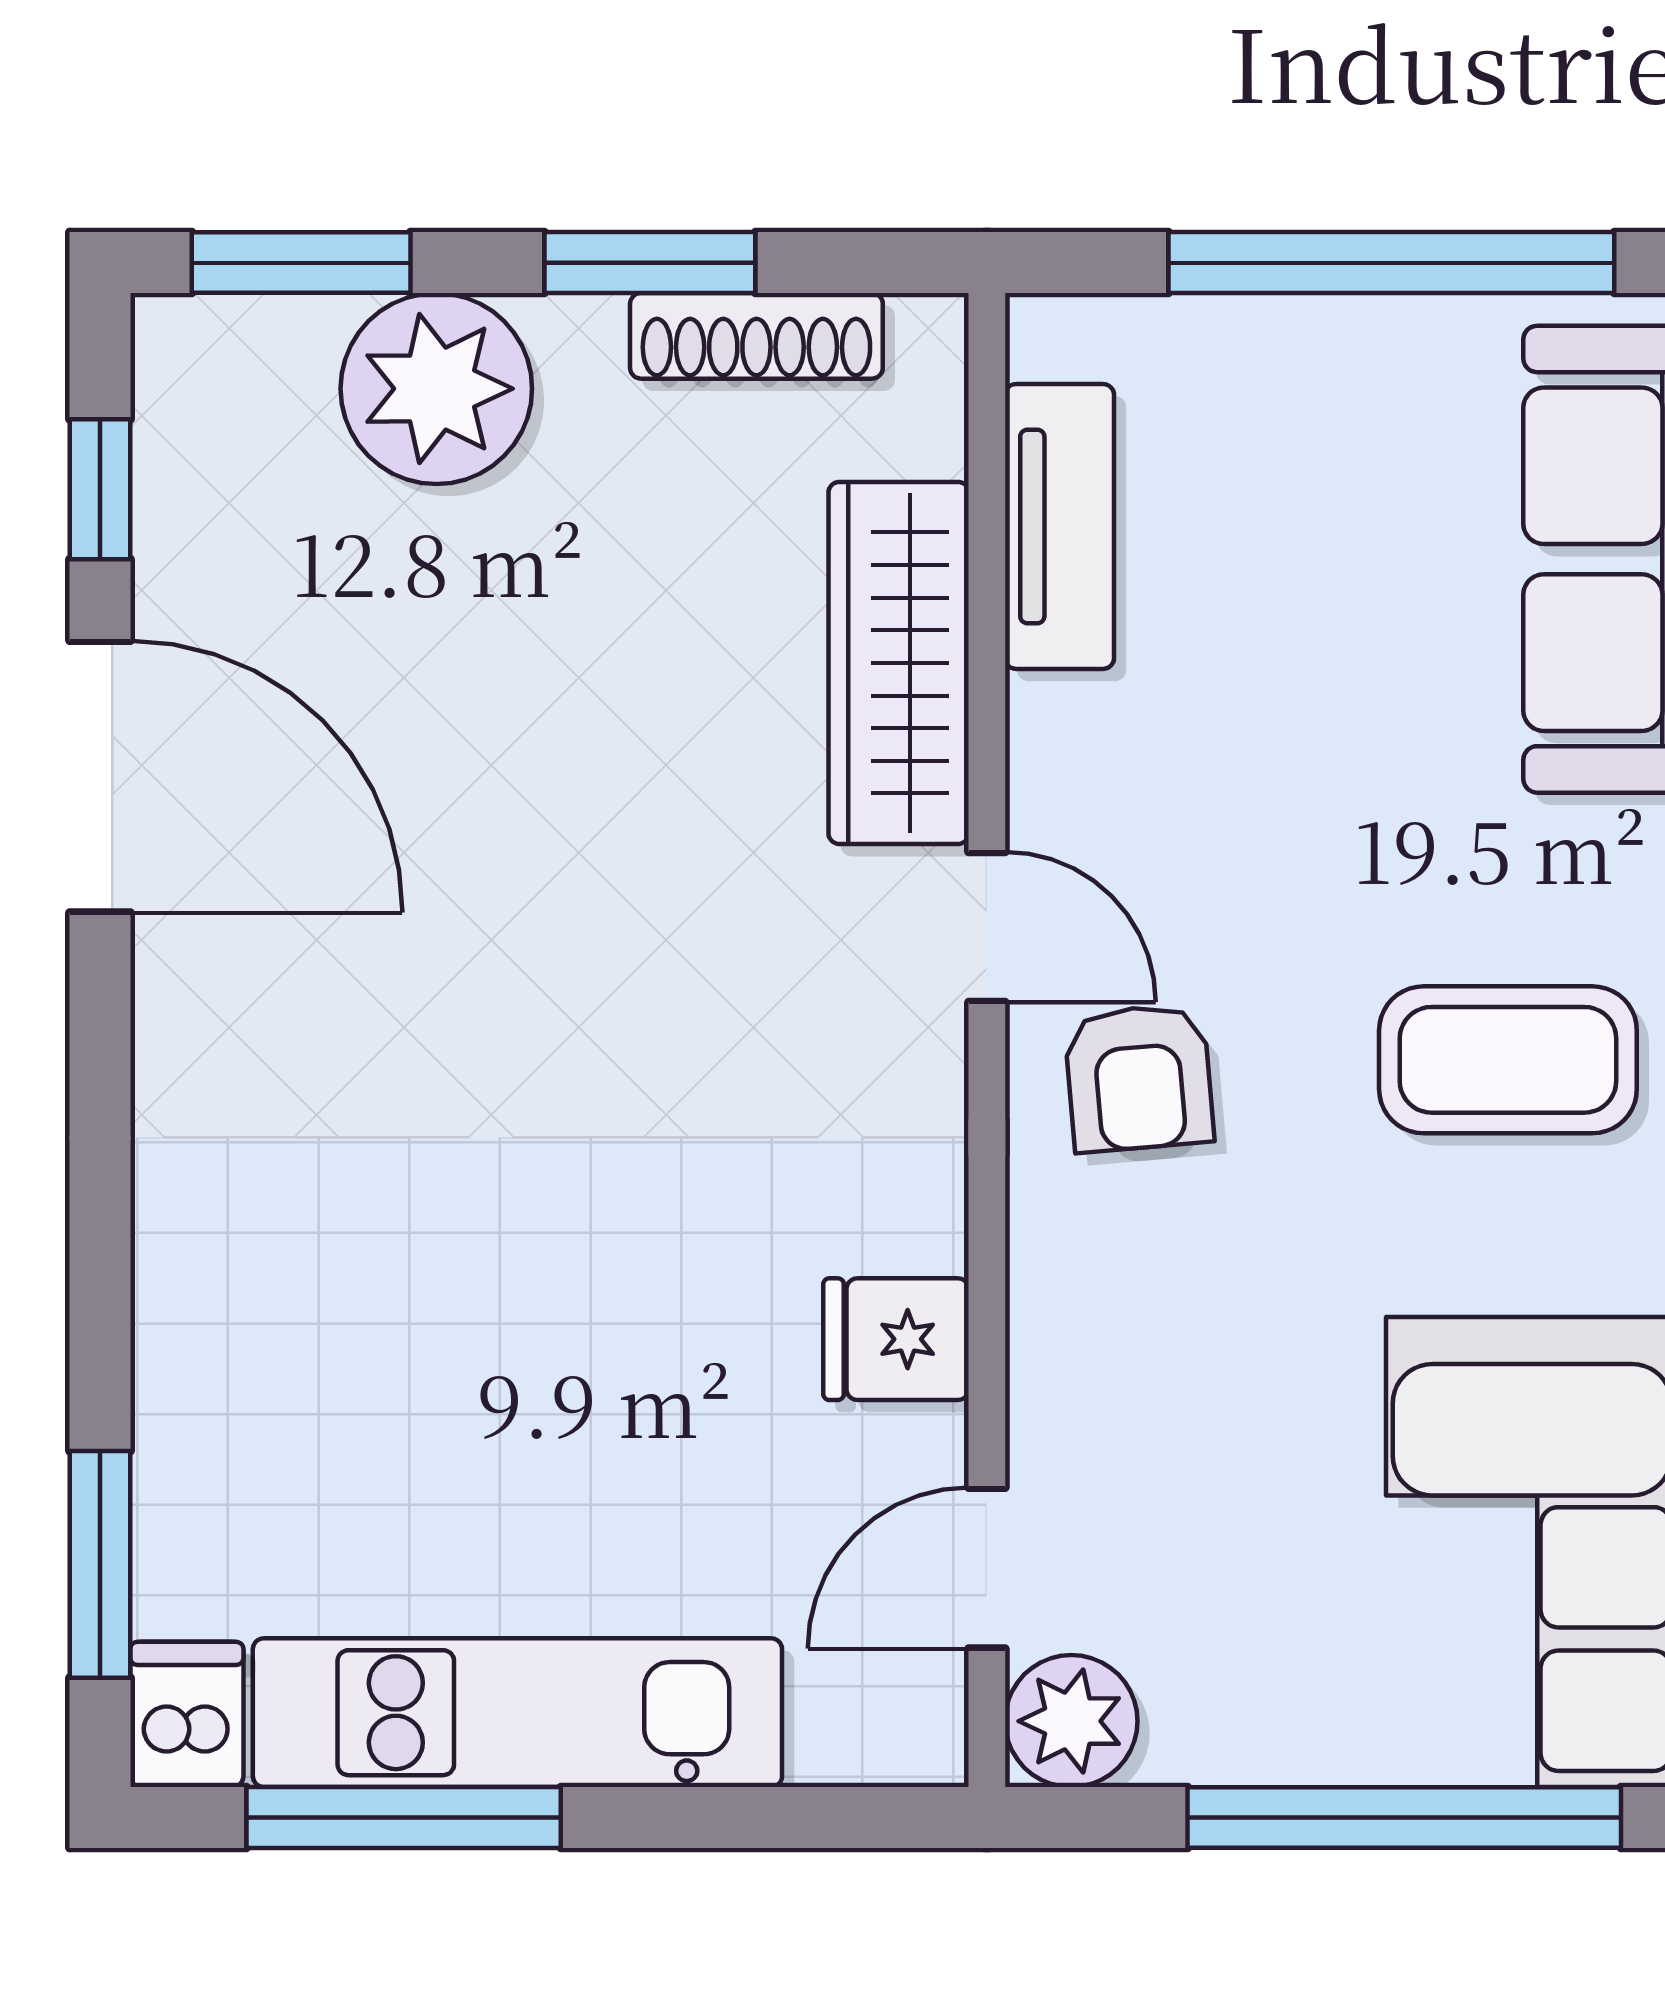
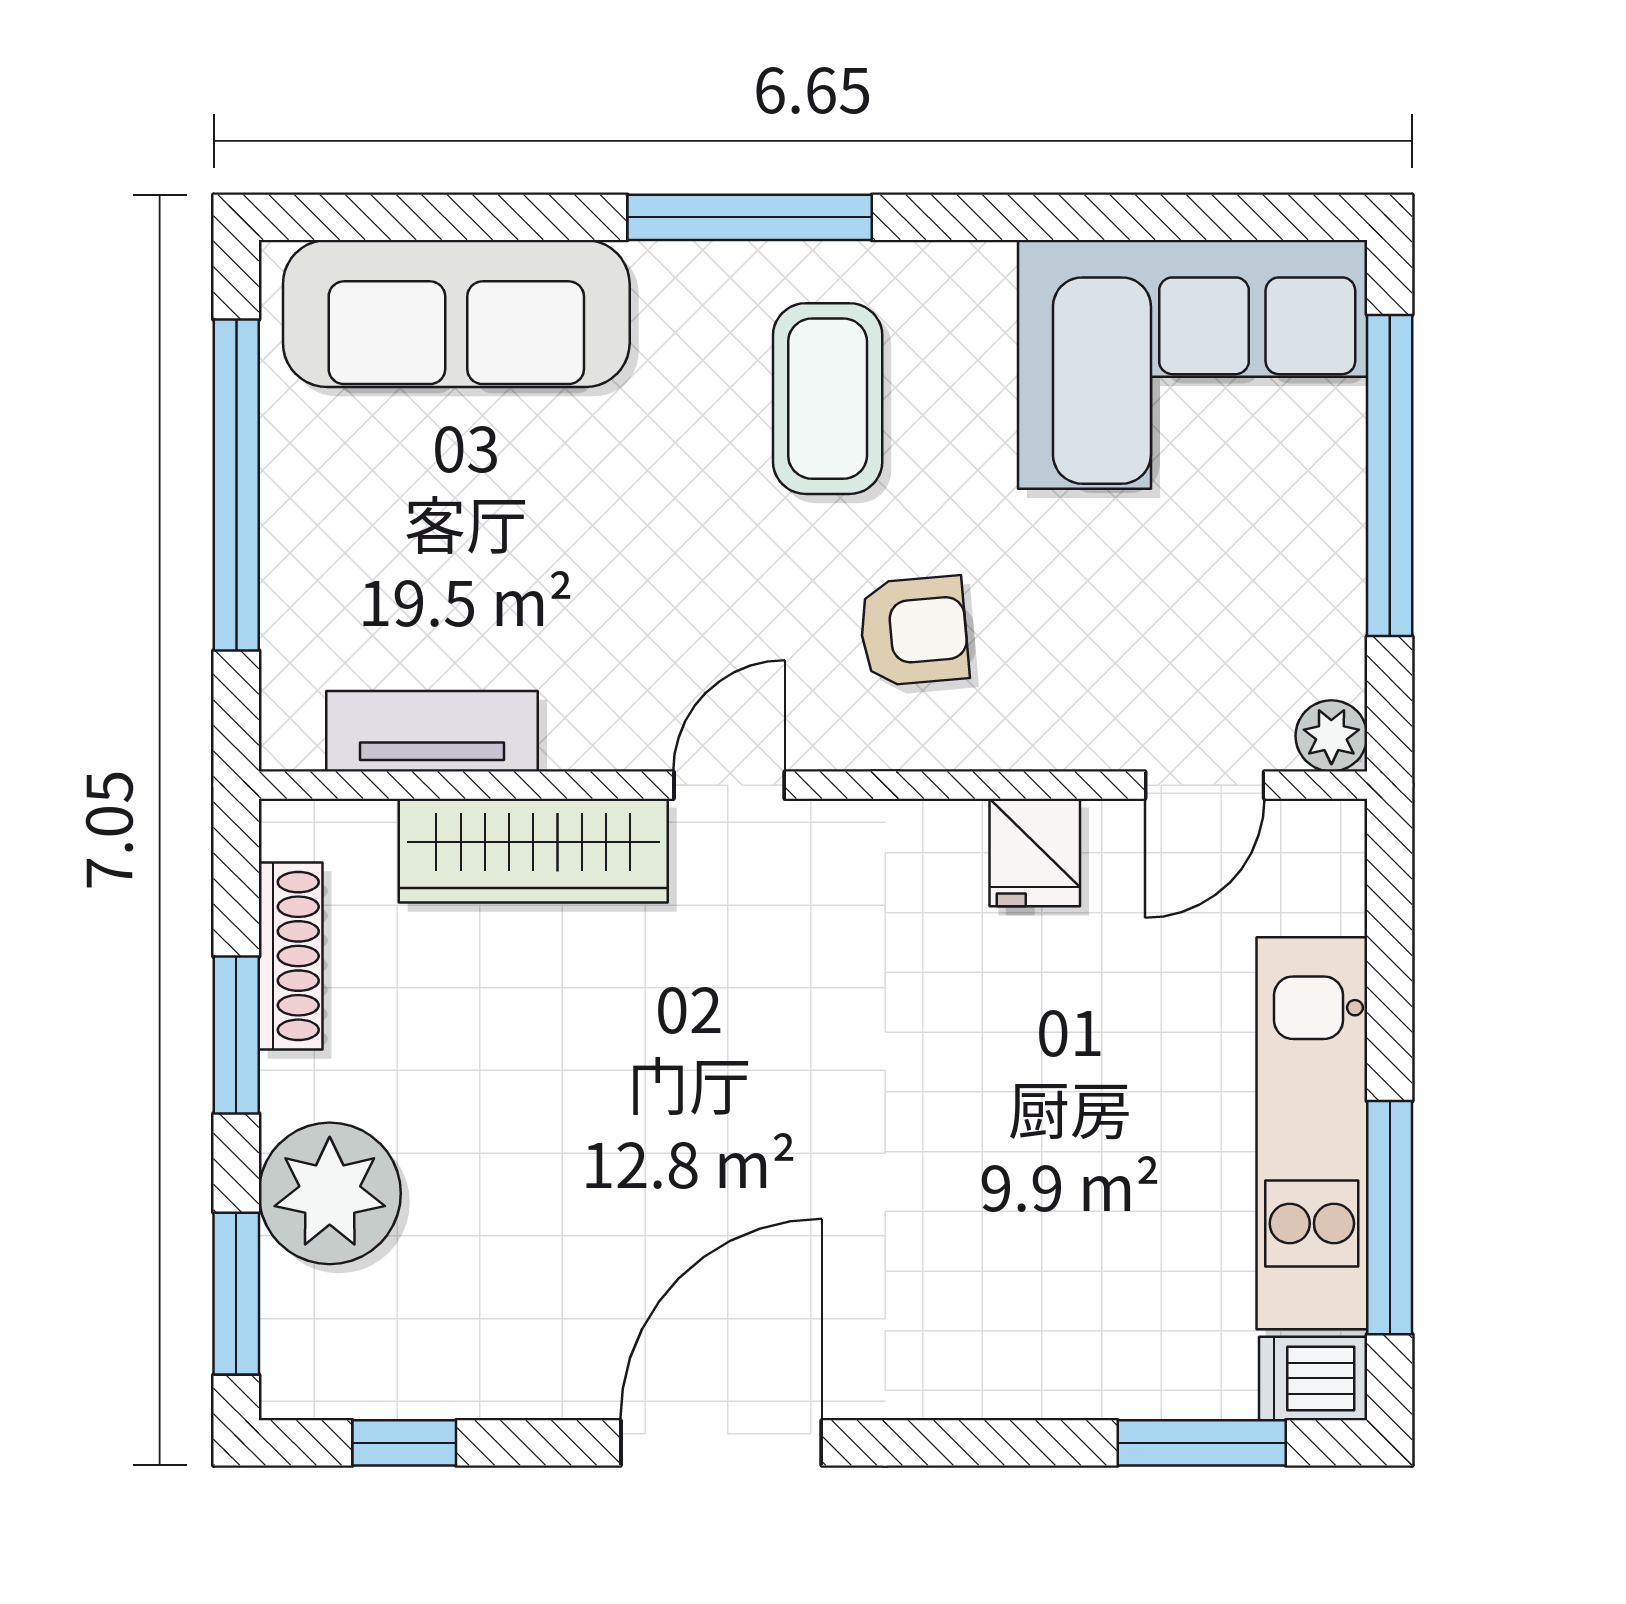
door: (100, 777) -> (721, 1443), moved
armchair: (1139, 1078) -> (914, 631), moved
door: (987, 1568) -> (1205, 785), hinge flipped
plant: (1071, 1721) -> (1331, 736), width x0.73, depth x0.73

